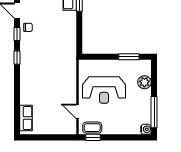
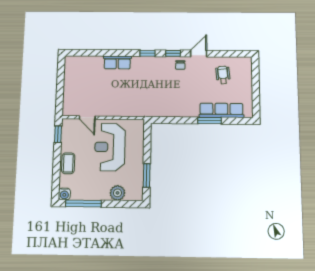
door: (77, 111) -> (87, 117), swing flipped
row of seats: (26, 118) -> (117, 62), moved
coffee table: (92, 128) -> (68, 163), moved

